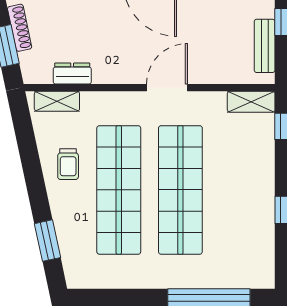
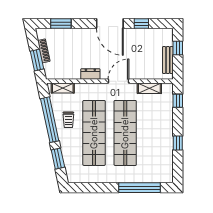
dresser: (72, 74) -> (90, 74), moved
shelving: (251, 102) -> (149, 88), moved
window: (31, 164) -> (50, 120), added

